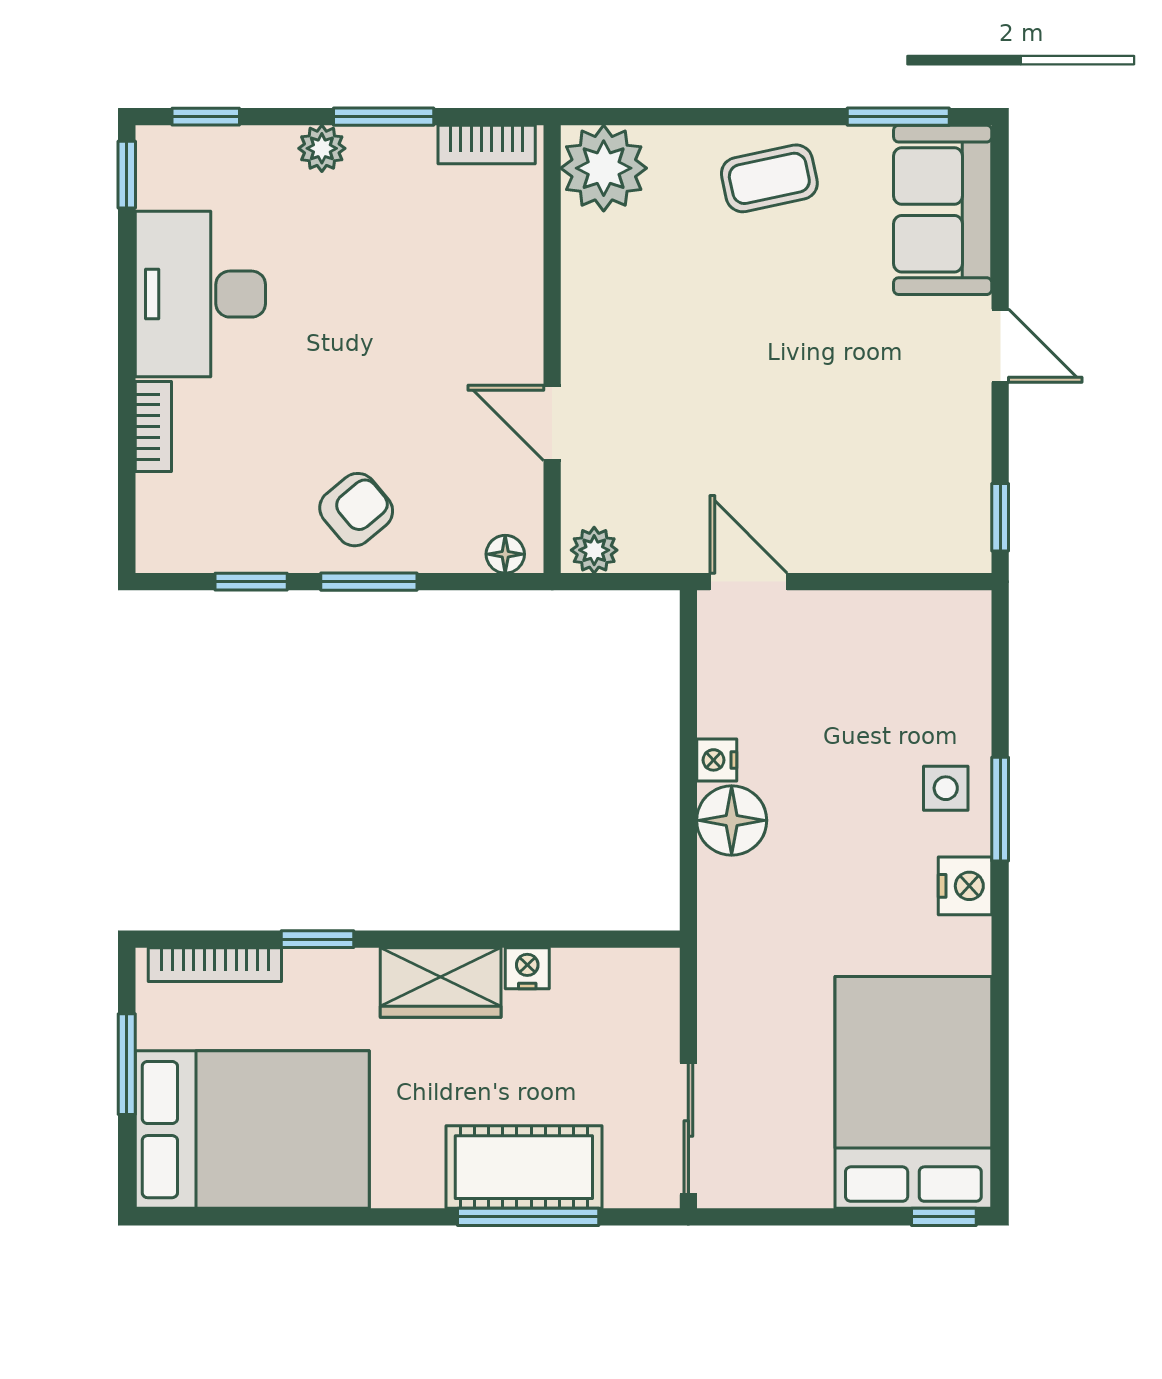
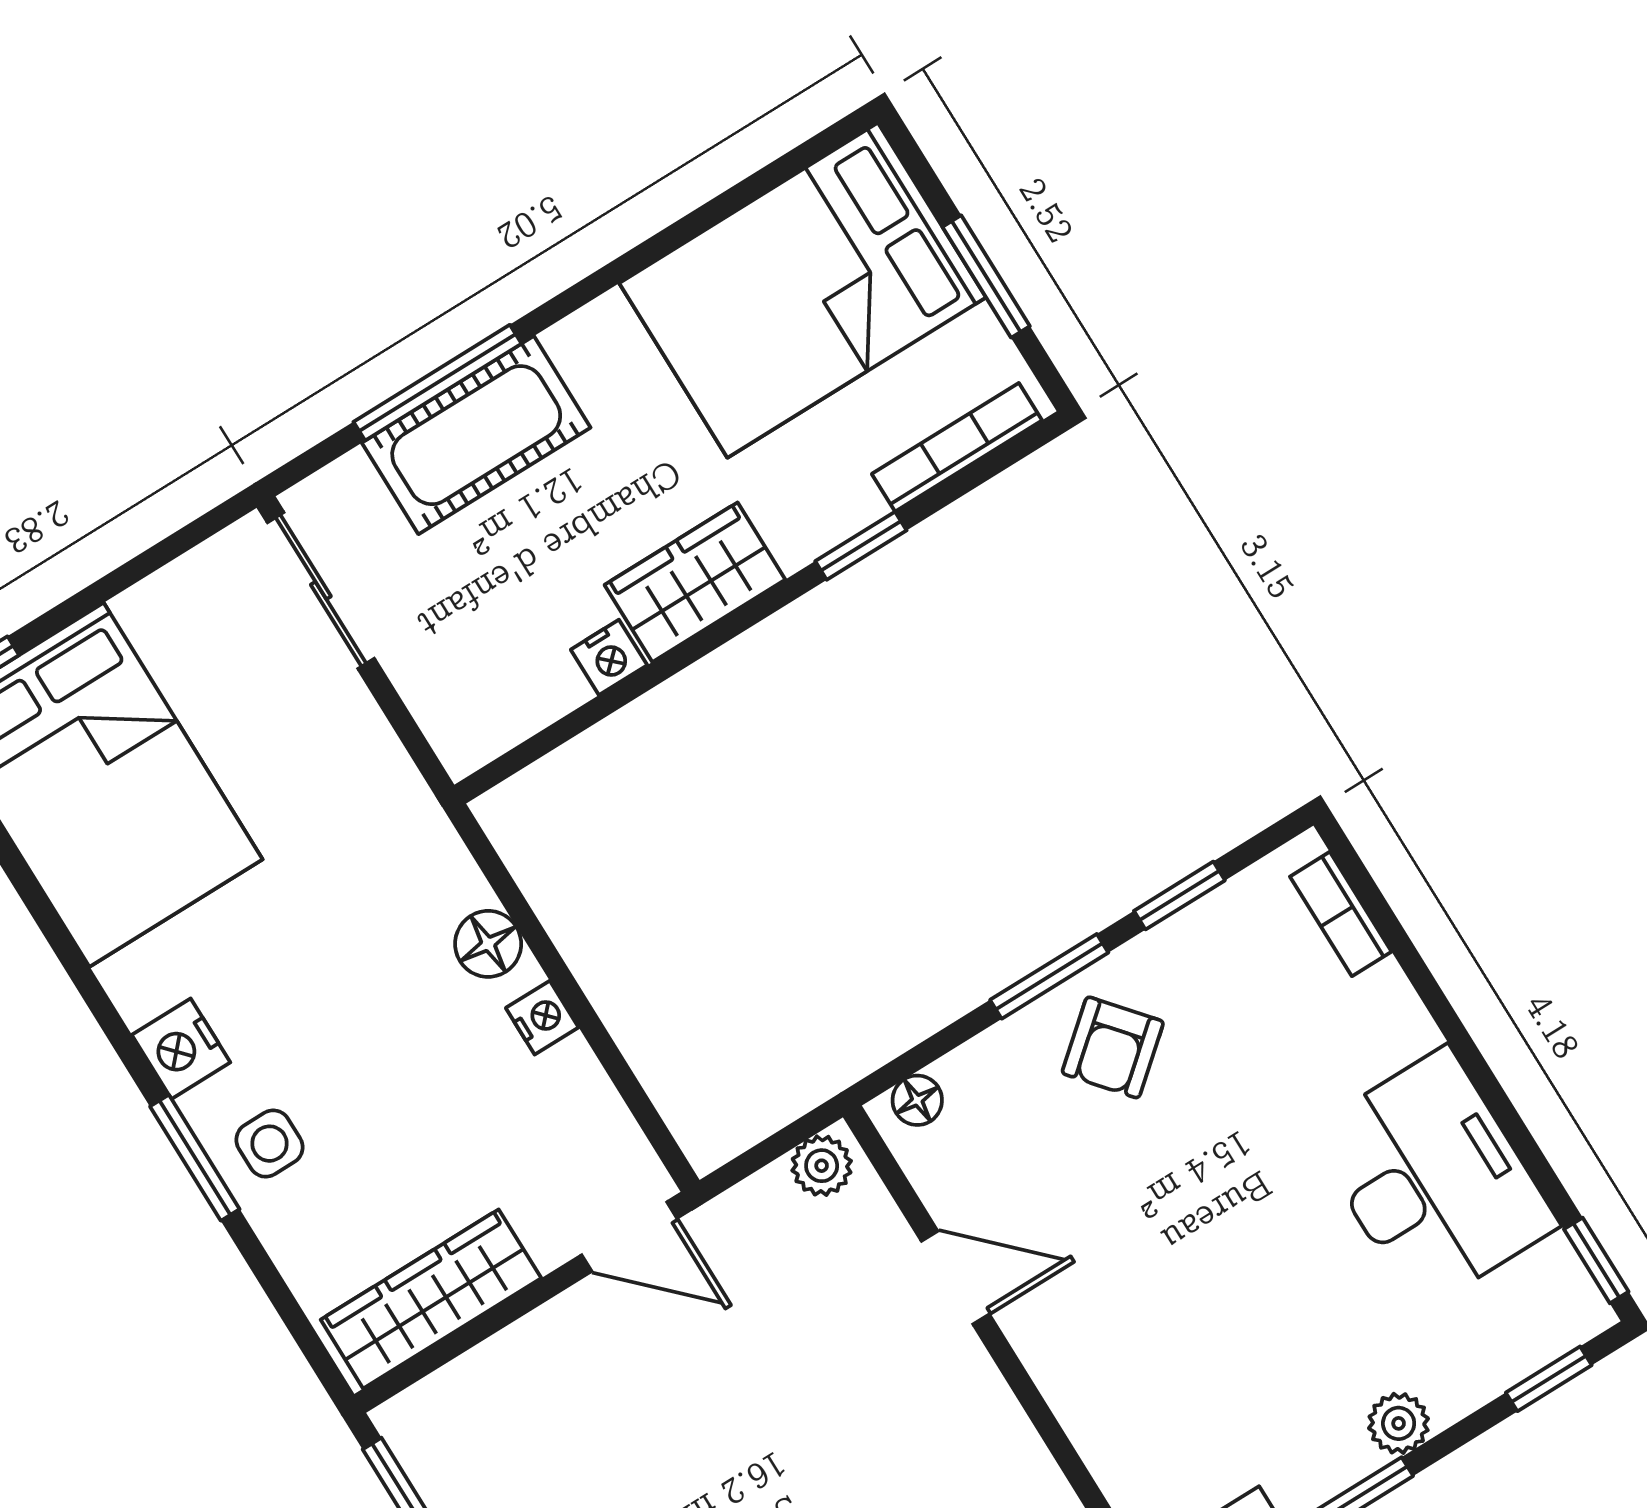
bookcase: (153, 427) -> (1341, 914), moved
wardrobe: (903, 621) -> (431, 1299), added
floor lamp: (732, 820) -> (488, 944), width x0.73, depth x0.73

